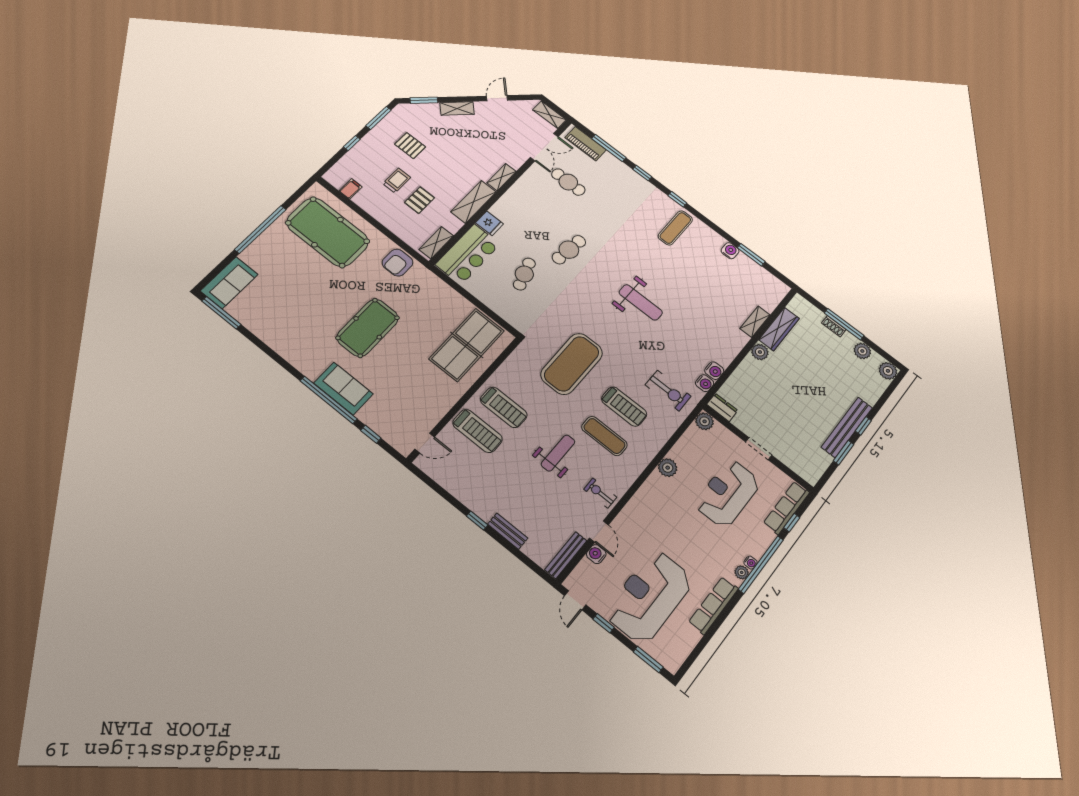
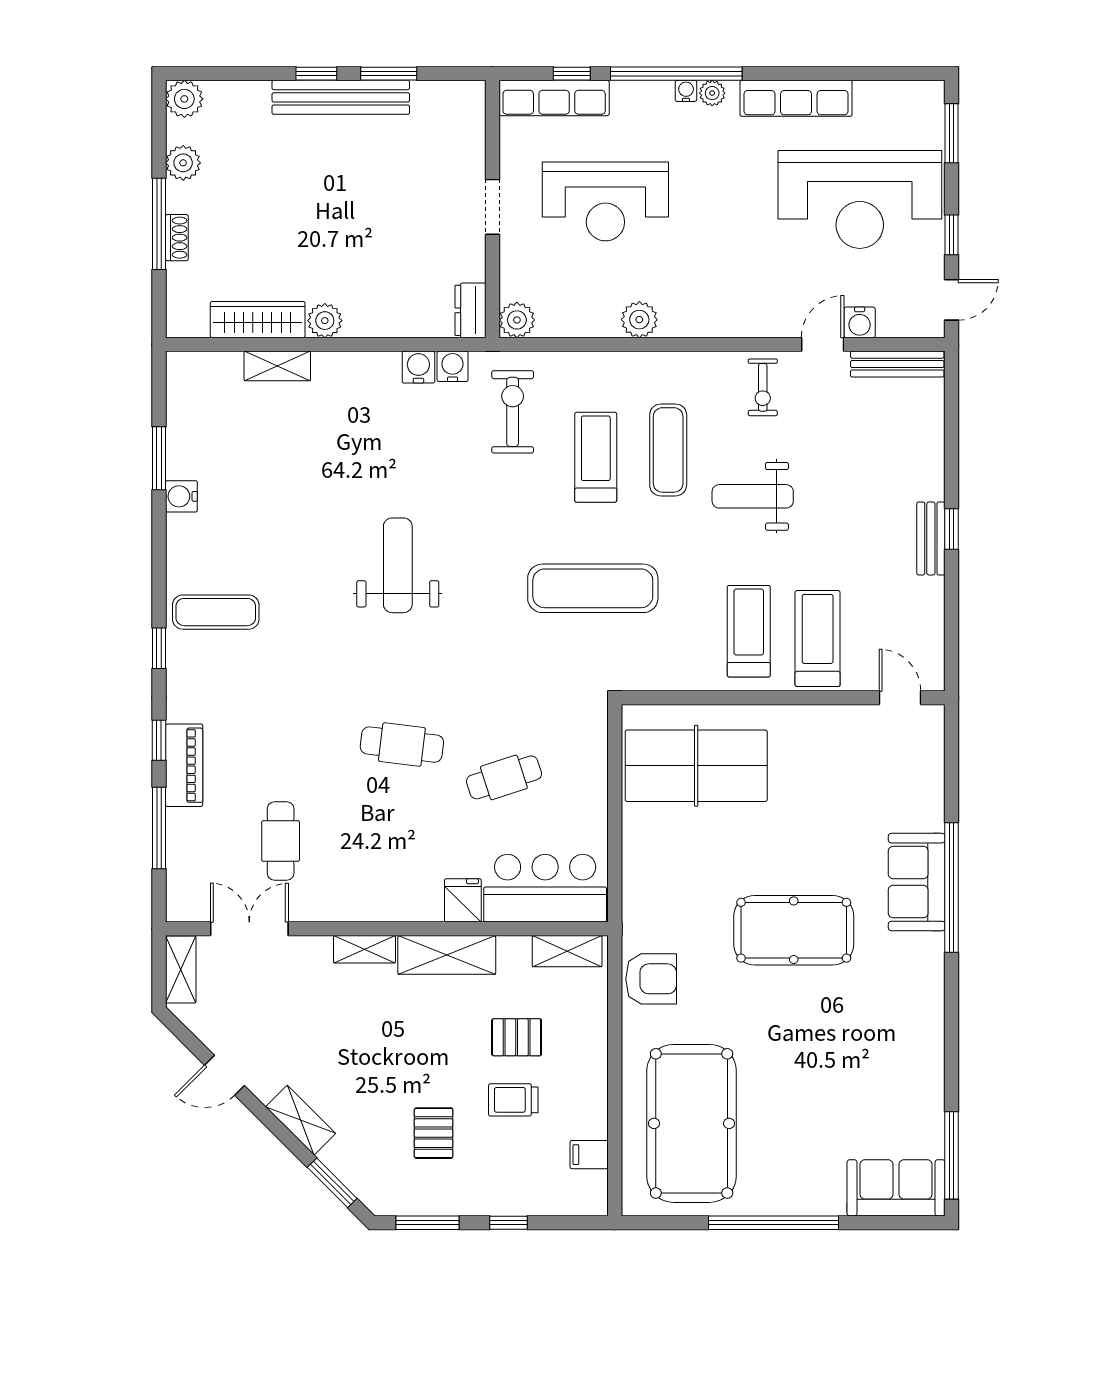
piano: (586, 144) -> (184, 765), moved
exercise mat: (572, 364) -> (593, 588), width x0.68
window: (371, 434) -> (951, 784), removed
bench: (508, 531) -> (931, 538), moved

